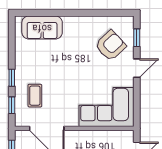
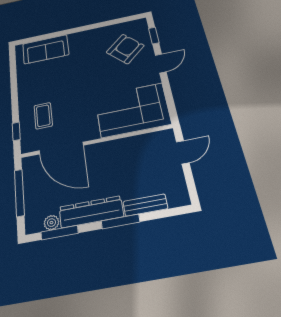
window: (12, 78) -> (15, 103), removed

